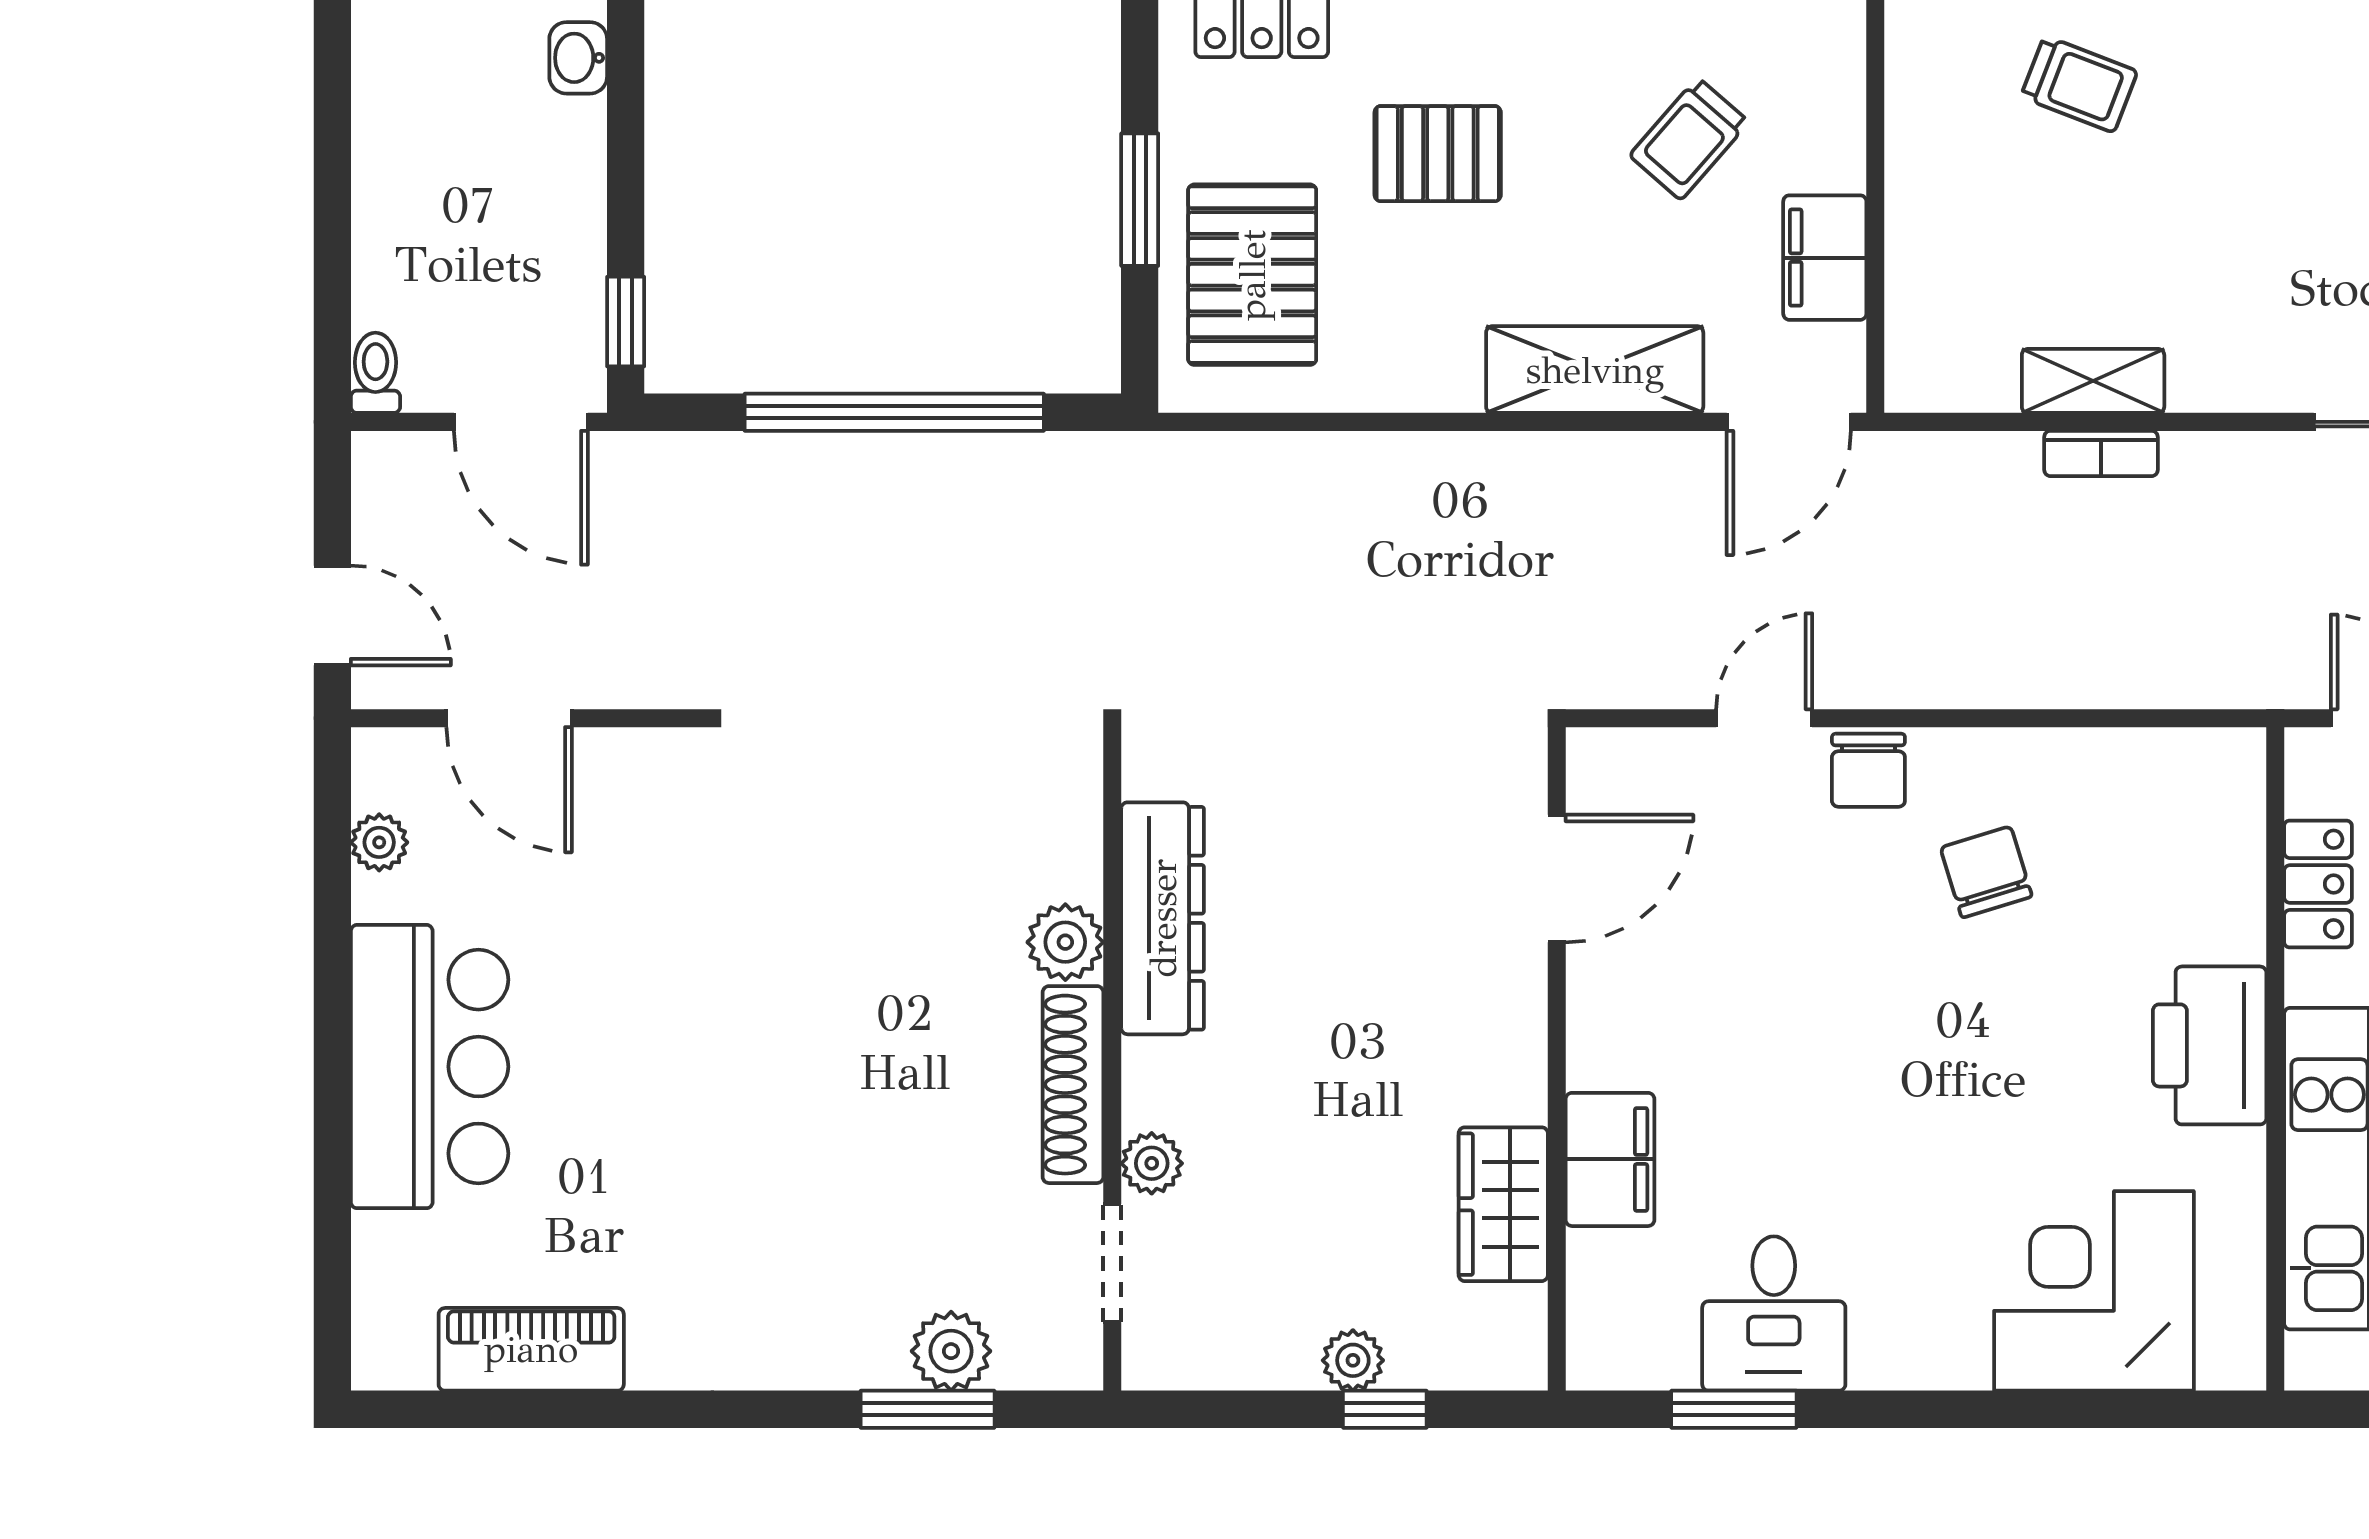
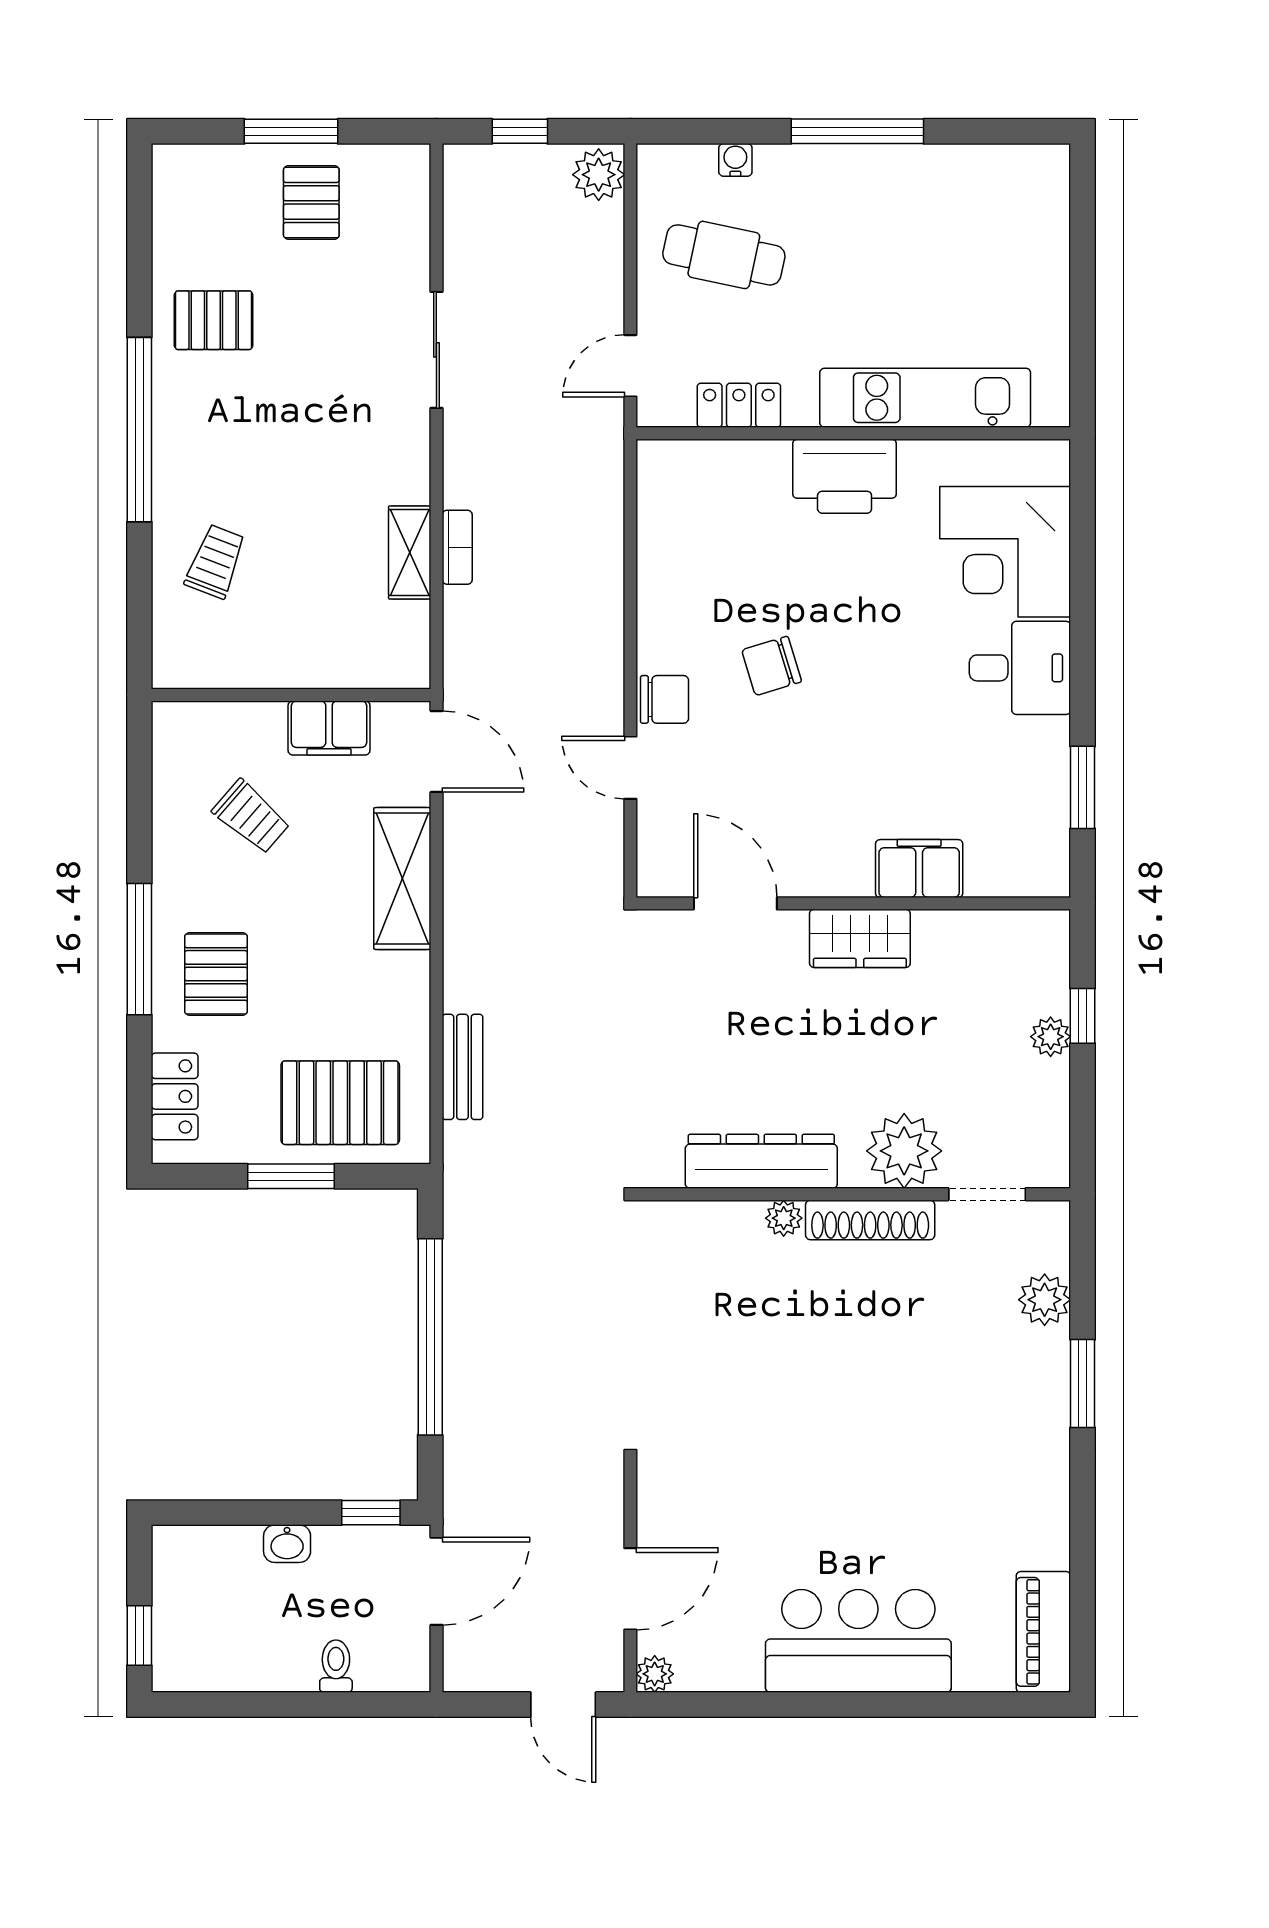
washbasin: (578, 58) -> (287, 1544), moved
pallet: (1438, 154) -> (216, 974), moved
toilet: (375, 373) -> (336, 1666), moved, turned 90
bench: (1307, 462) -> (462, 1067), added
door: (332, 615) -> (563, 1705), swing flipped
plant: (379, 842) -> (655, 1674), moved
chair: (1986, 872) -> (772, 666), moved
plant: (1065, 942) -> (784, 1218), width x0.73, depth x0.73
plant: (1152, 1163) -> (904, 1151), width x1.87, depth x1.87
wardrobe: (1503, 1204) -> (860, 938), moved
desk: (1774, 1314) -> (1020, 668), moved
piano: (531, 1349) -> (1043, 1632), moved
window: (928, 1409) -> (1083, 1384), moved

